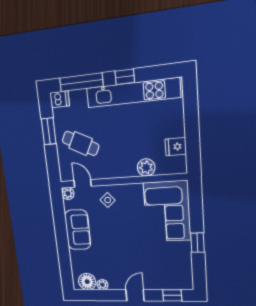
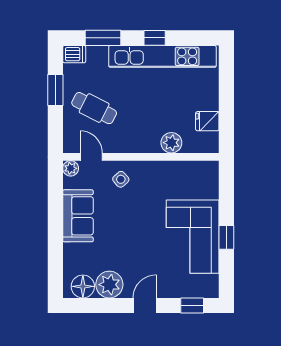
window: (81, 82) -> (103, 38), width x0.69
corner sofa: (167, 211) -> (193, 237), moved
plant: (102, 285) -> (109, 285), width x1.88, depth x1.88

